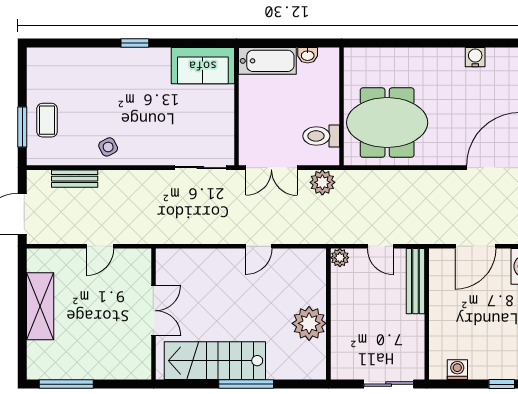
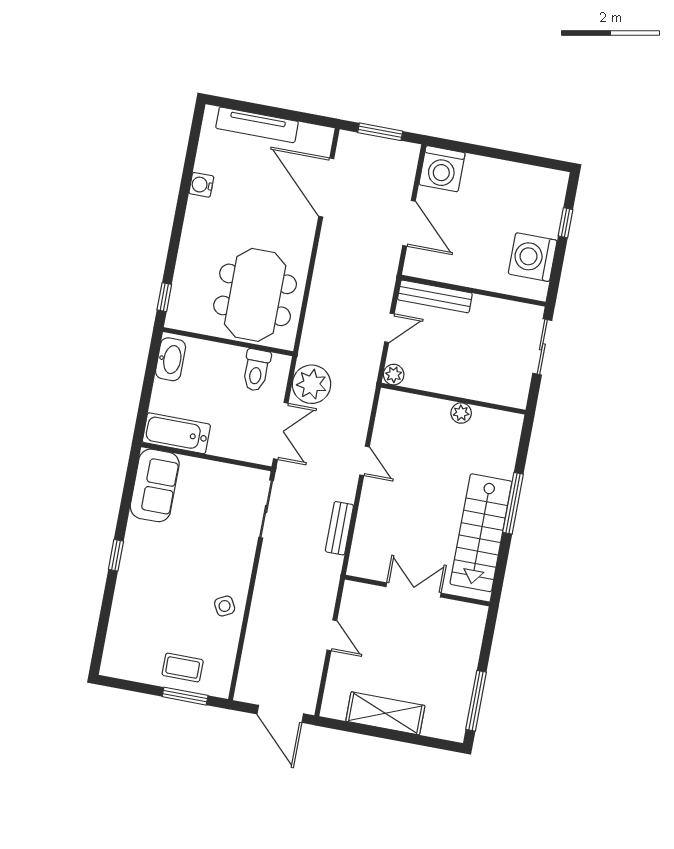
window: (370, 43) -> (164, 297), added
washbasin: (308, 55) -> (171, 359), width x1.91, depth x1.45
bathtub: (267, 61) -> (176, 433), moved, turned -90
bench: (75, 179) -> (339, 528), moved
plant: (322, 182) -> (312, 384), width x1.36, depth x1.36
plant: (309, 323) -> (461, 413), width x0.53, depth x0.53
washing machine: (457, 370) -> (533, 257), width x1.89, depth x1.89

